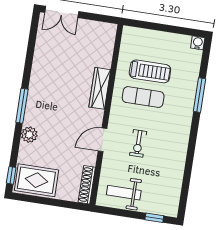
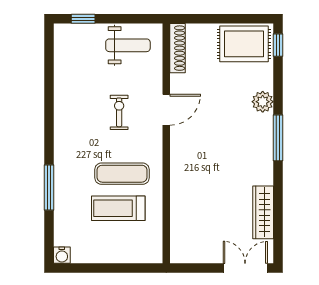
wardrobe: (100, 88) -> (263, 212), moved, turned 180

